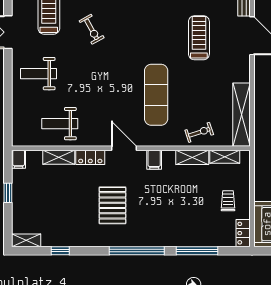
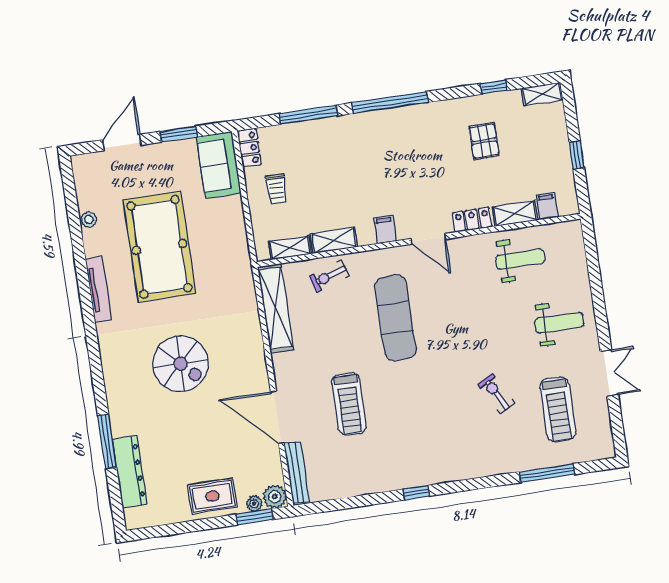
filing cabinet: (19, 159) -> (547, 206), moved
pallet: (112, 205) -> (484, 141), moved, width x0.67, depth x0.71

